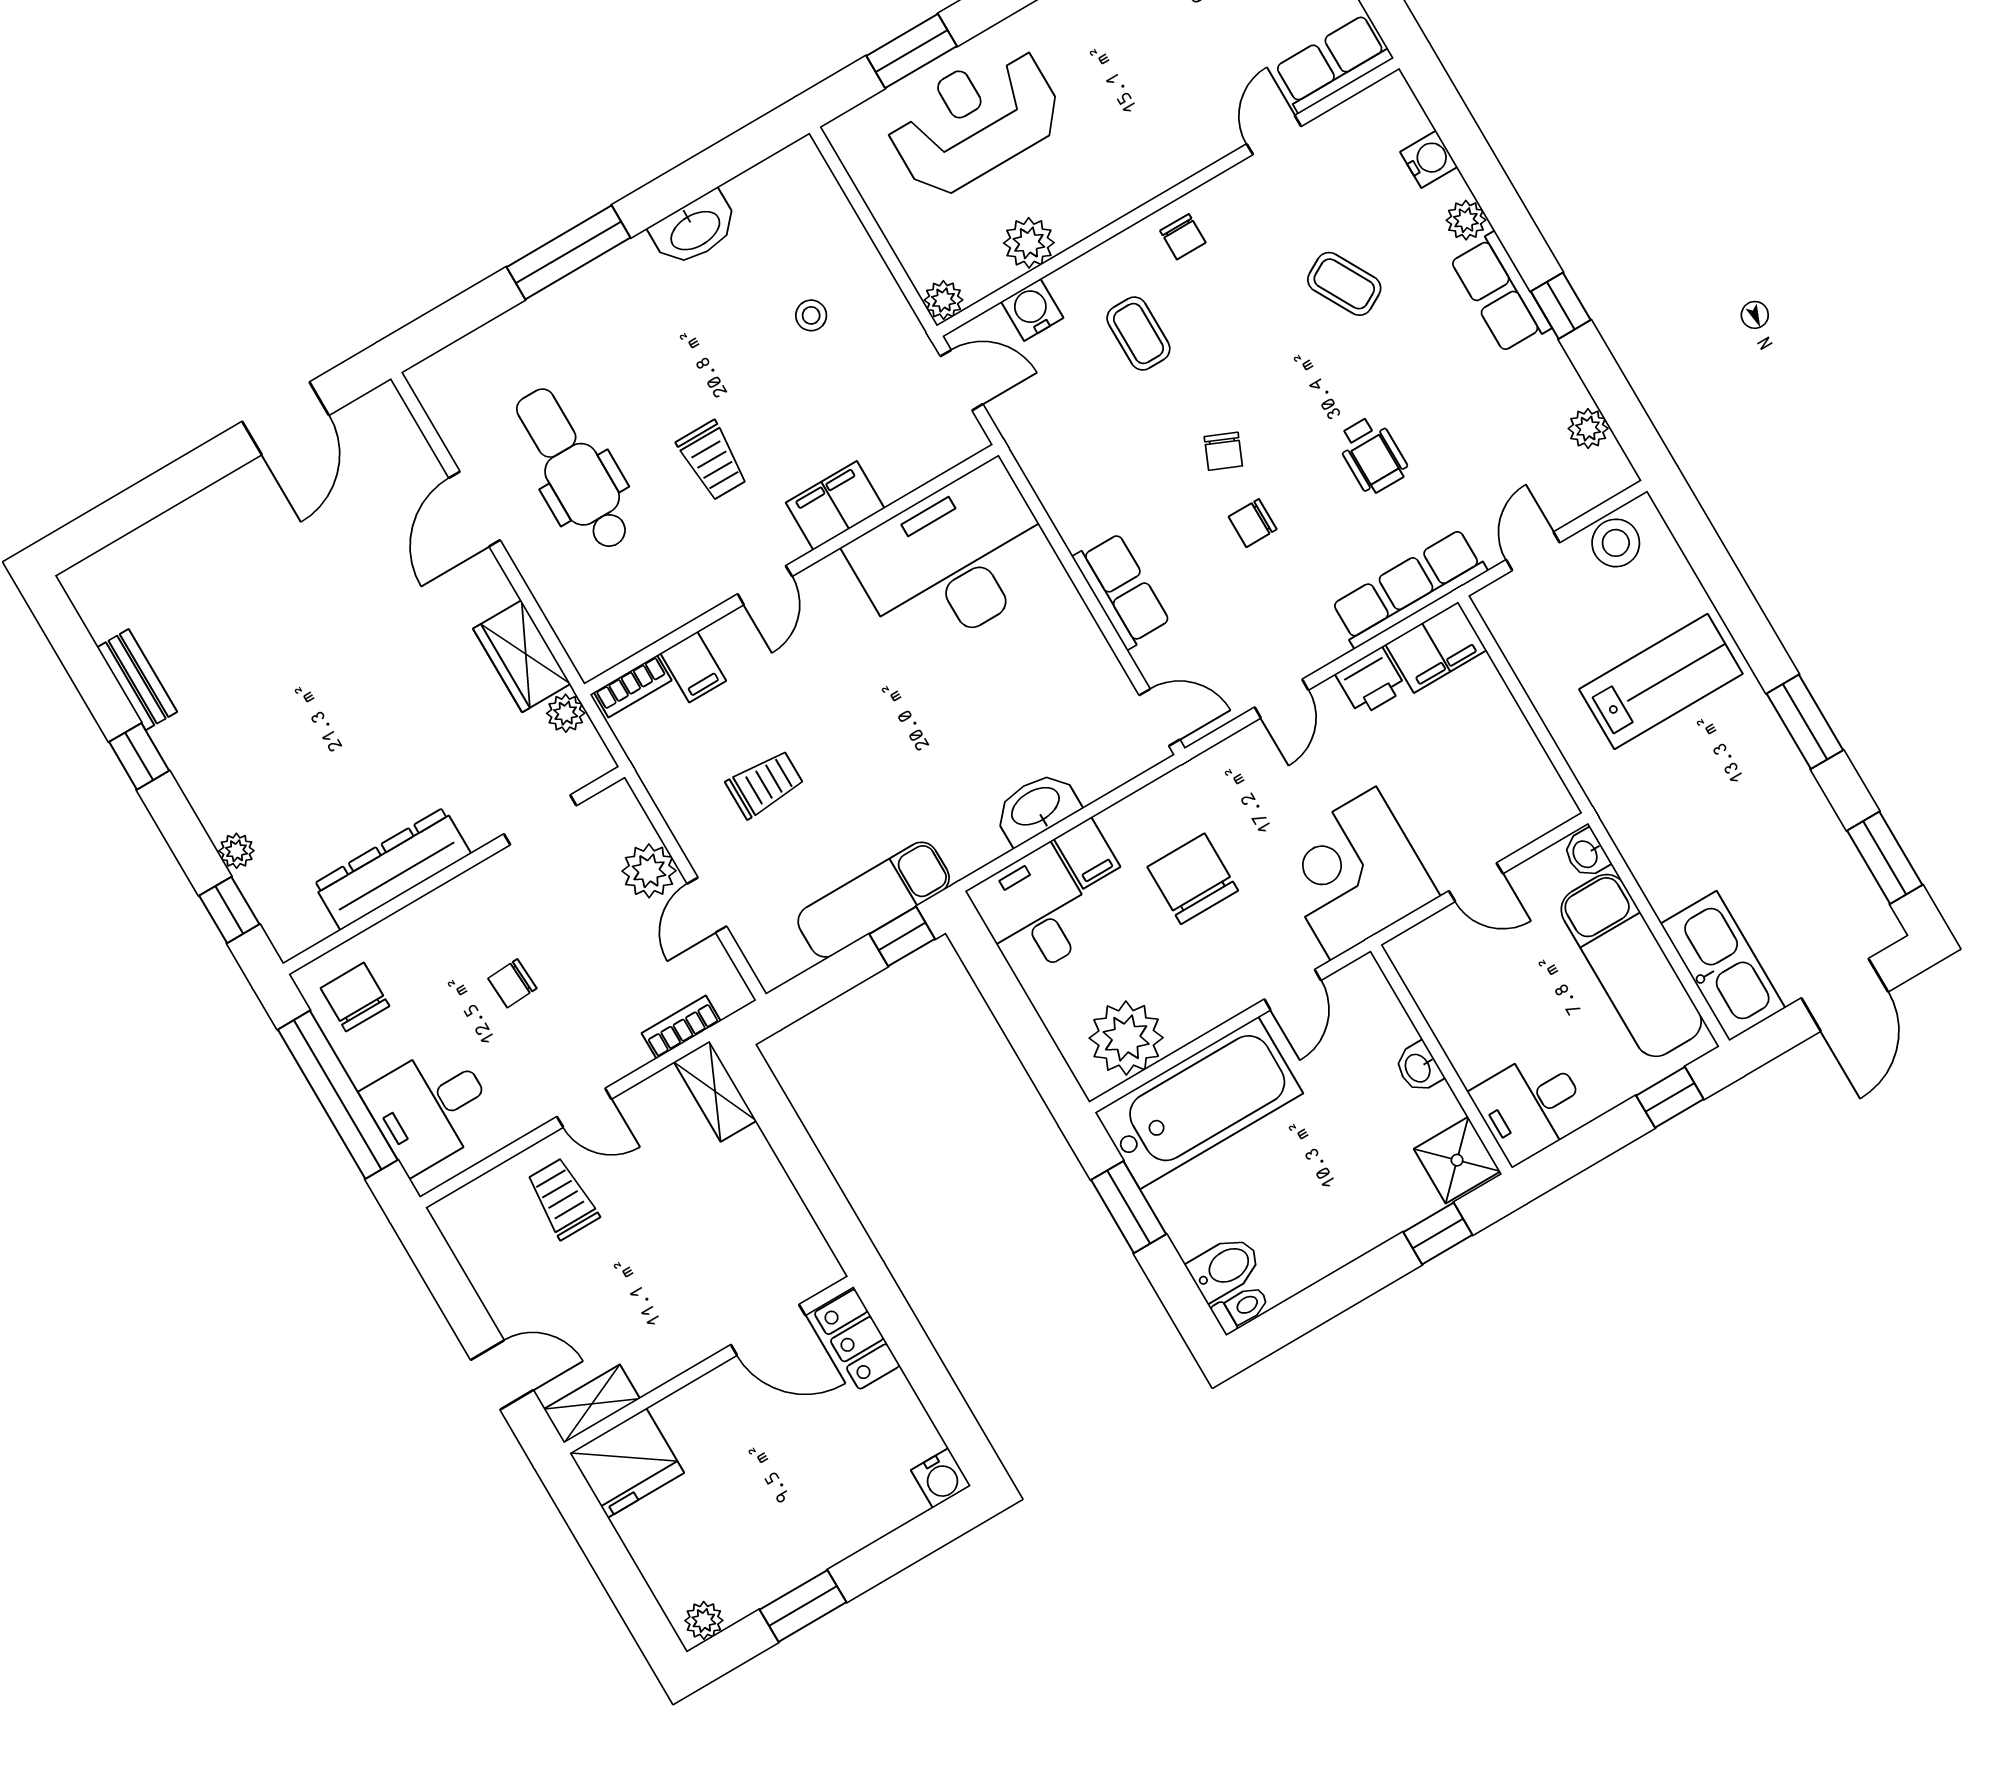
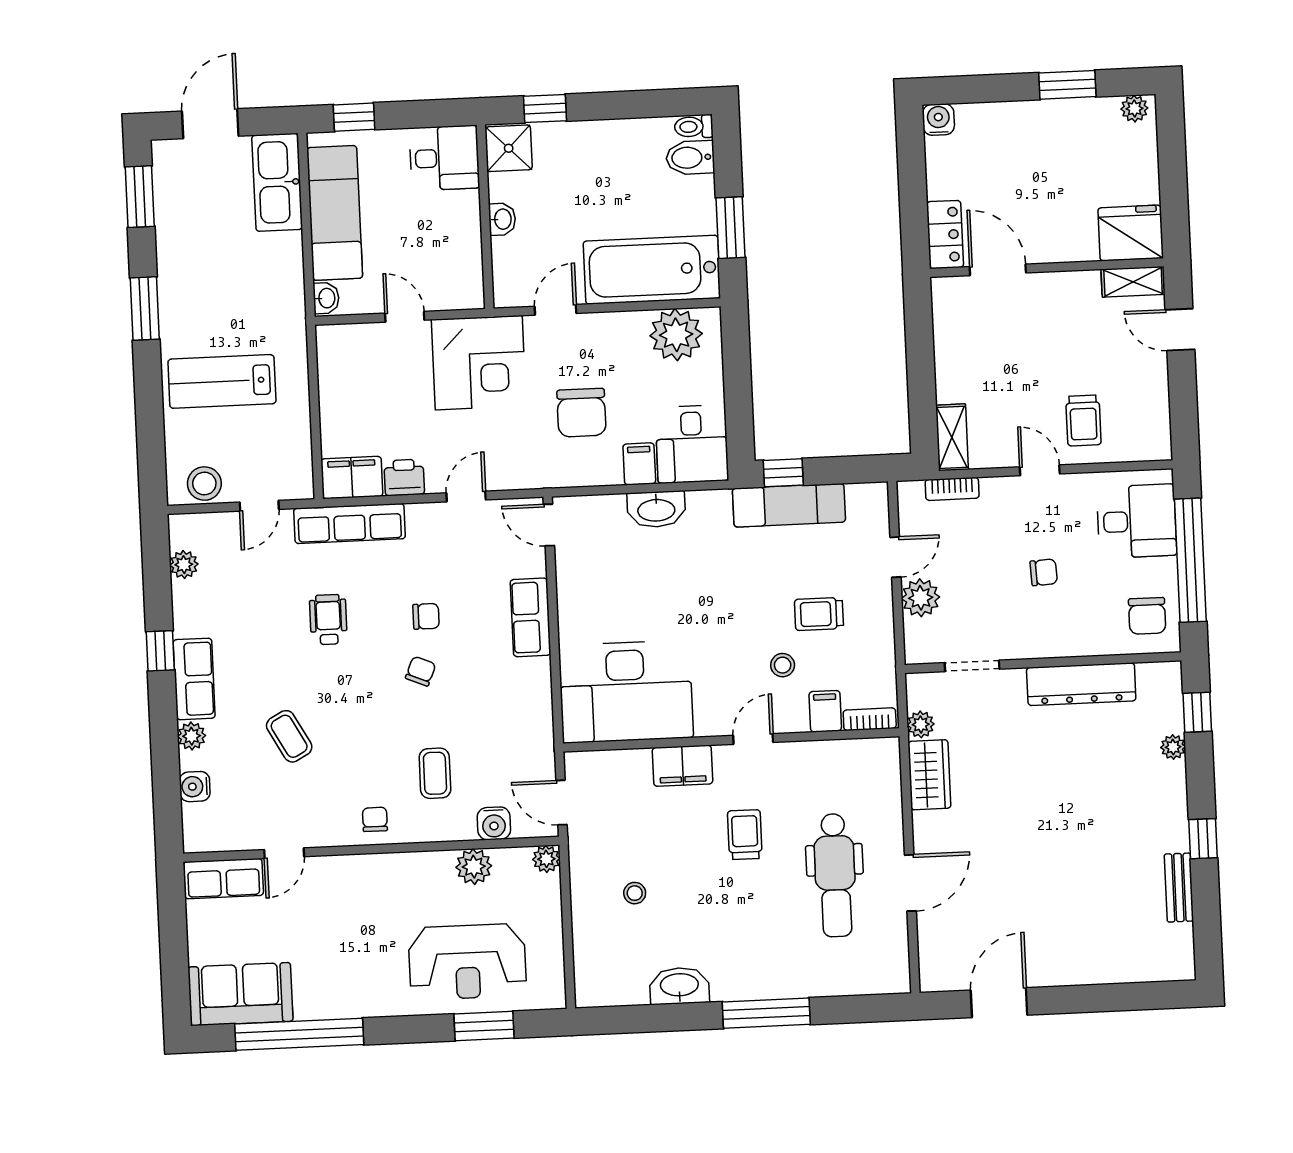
stool: (777, 696) -> (783, 665), added

